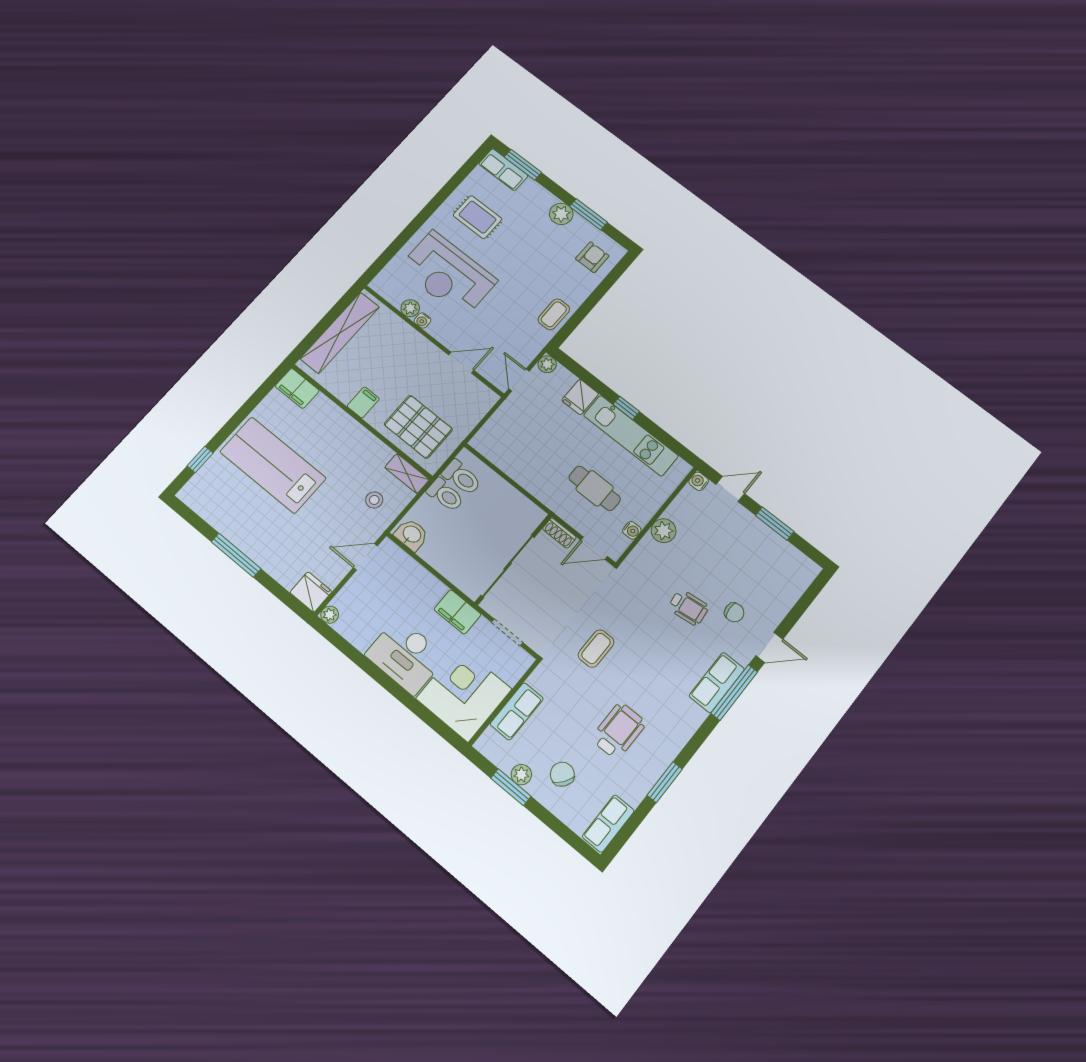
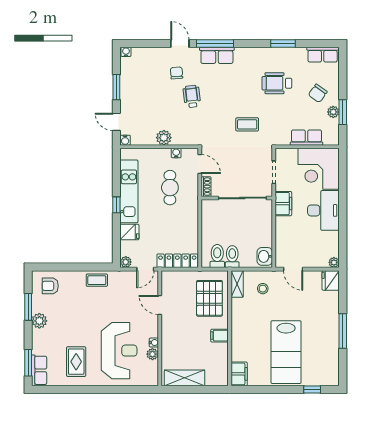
shelving: (340, 333) -> (185, 378), width x0.68
locker: (497, 425) -> (177, 261), added
water cooler: (811, 571) -> (126, 52), added

